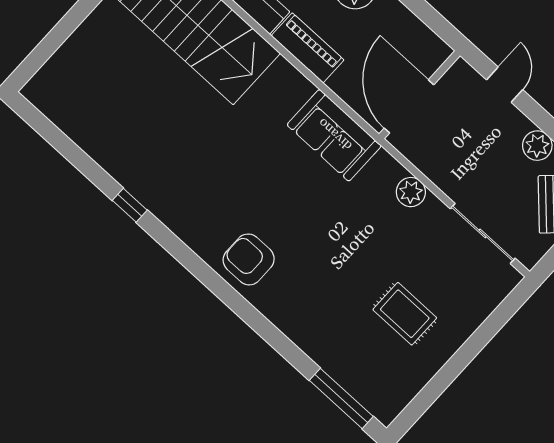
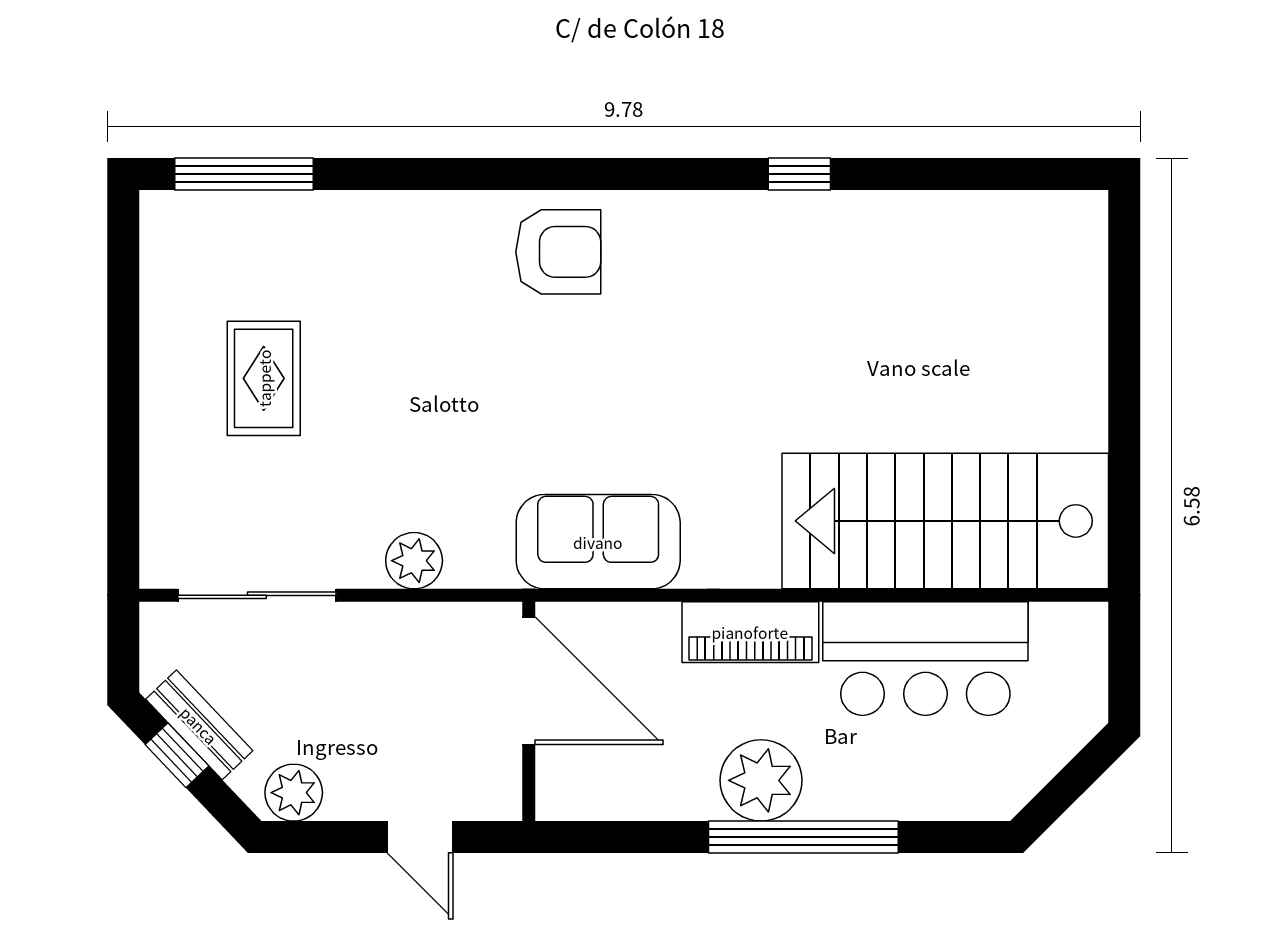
rug: (405, 314) -> (264, 378), turned 90

